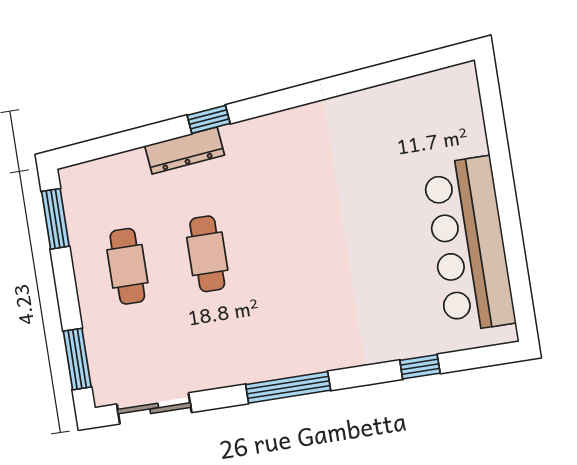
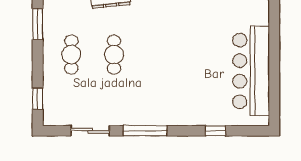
window: (77, 359) -> (38, 99), width x0.67
sliding door: (154, 408) -> (90, 131), moved

